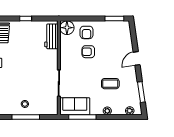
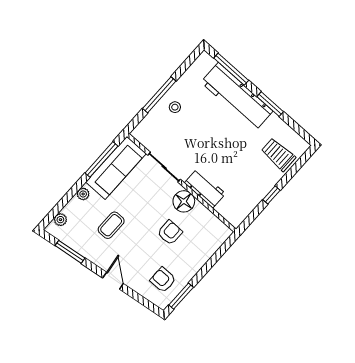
floor lamp: (67, 28) -> (184, 201), moved
armchair: (87, 32) -> (163, 280), moved
workbench: (51, 36) -> (205, 188), moved
sofa: (75, 106) -> (116, 168), width x1.36

